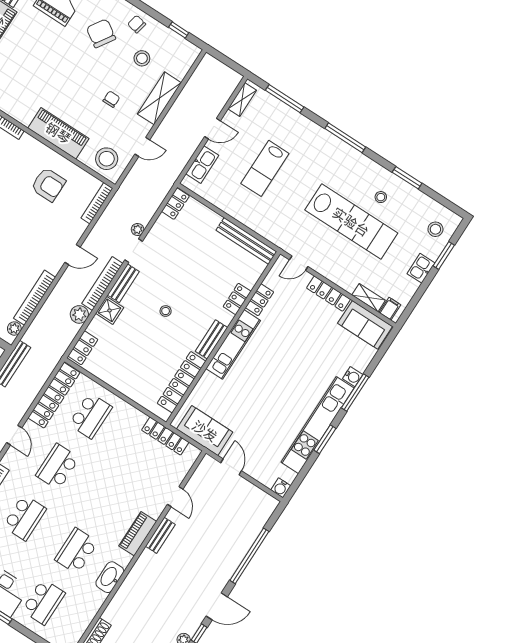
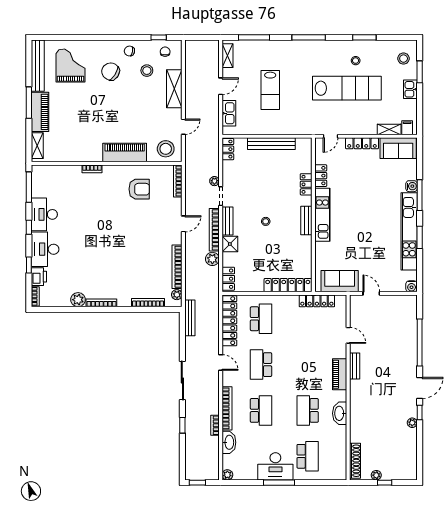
chair: (111, 99) -> (165, 52), moved
bench: (246, 241) -> (271, 144), moved
locker: (182, 382) -> (288, 285), moved, turned 90

